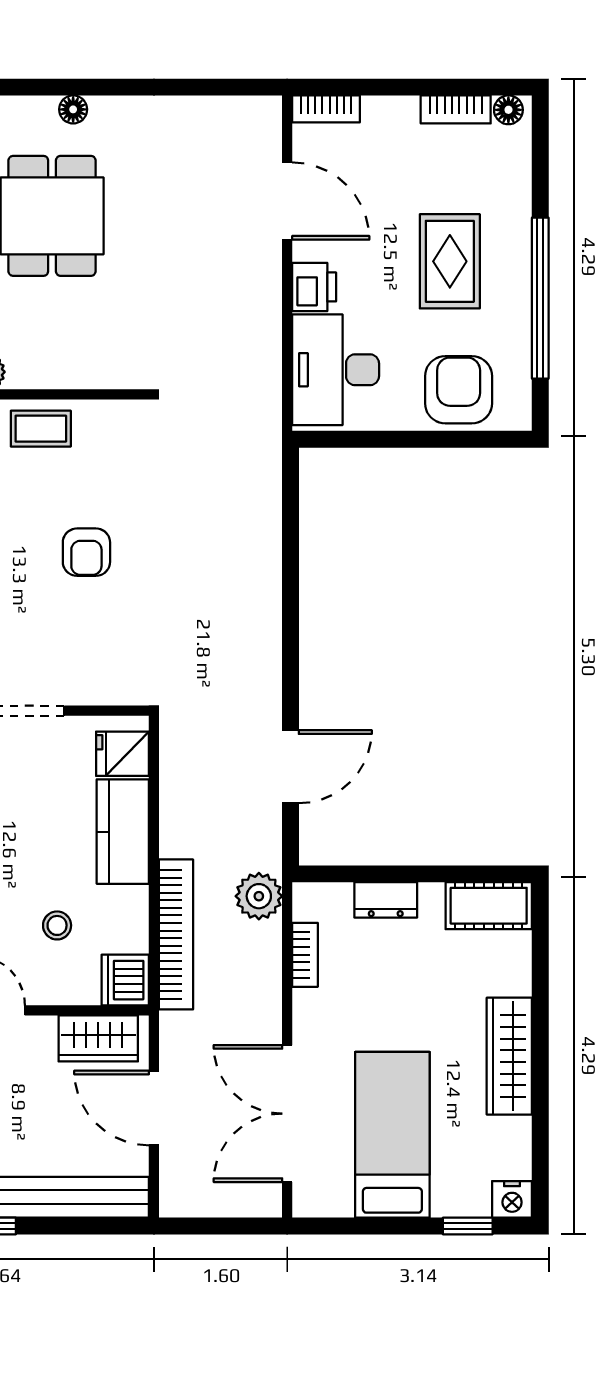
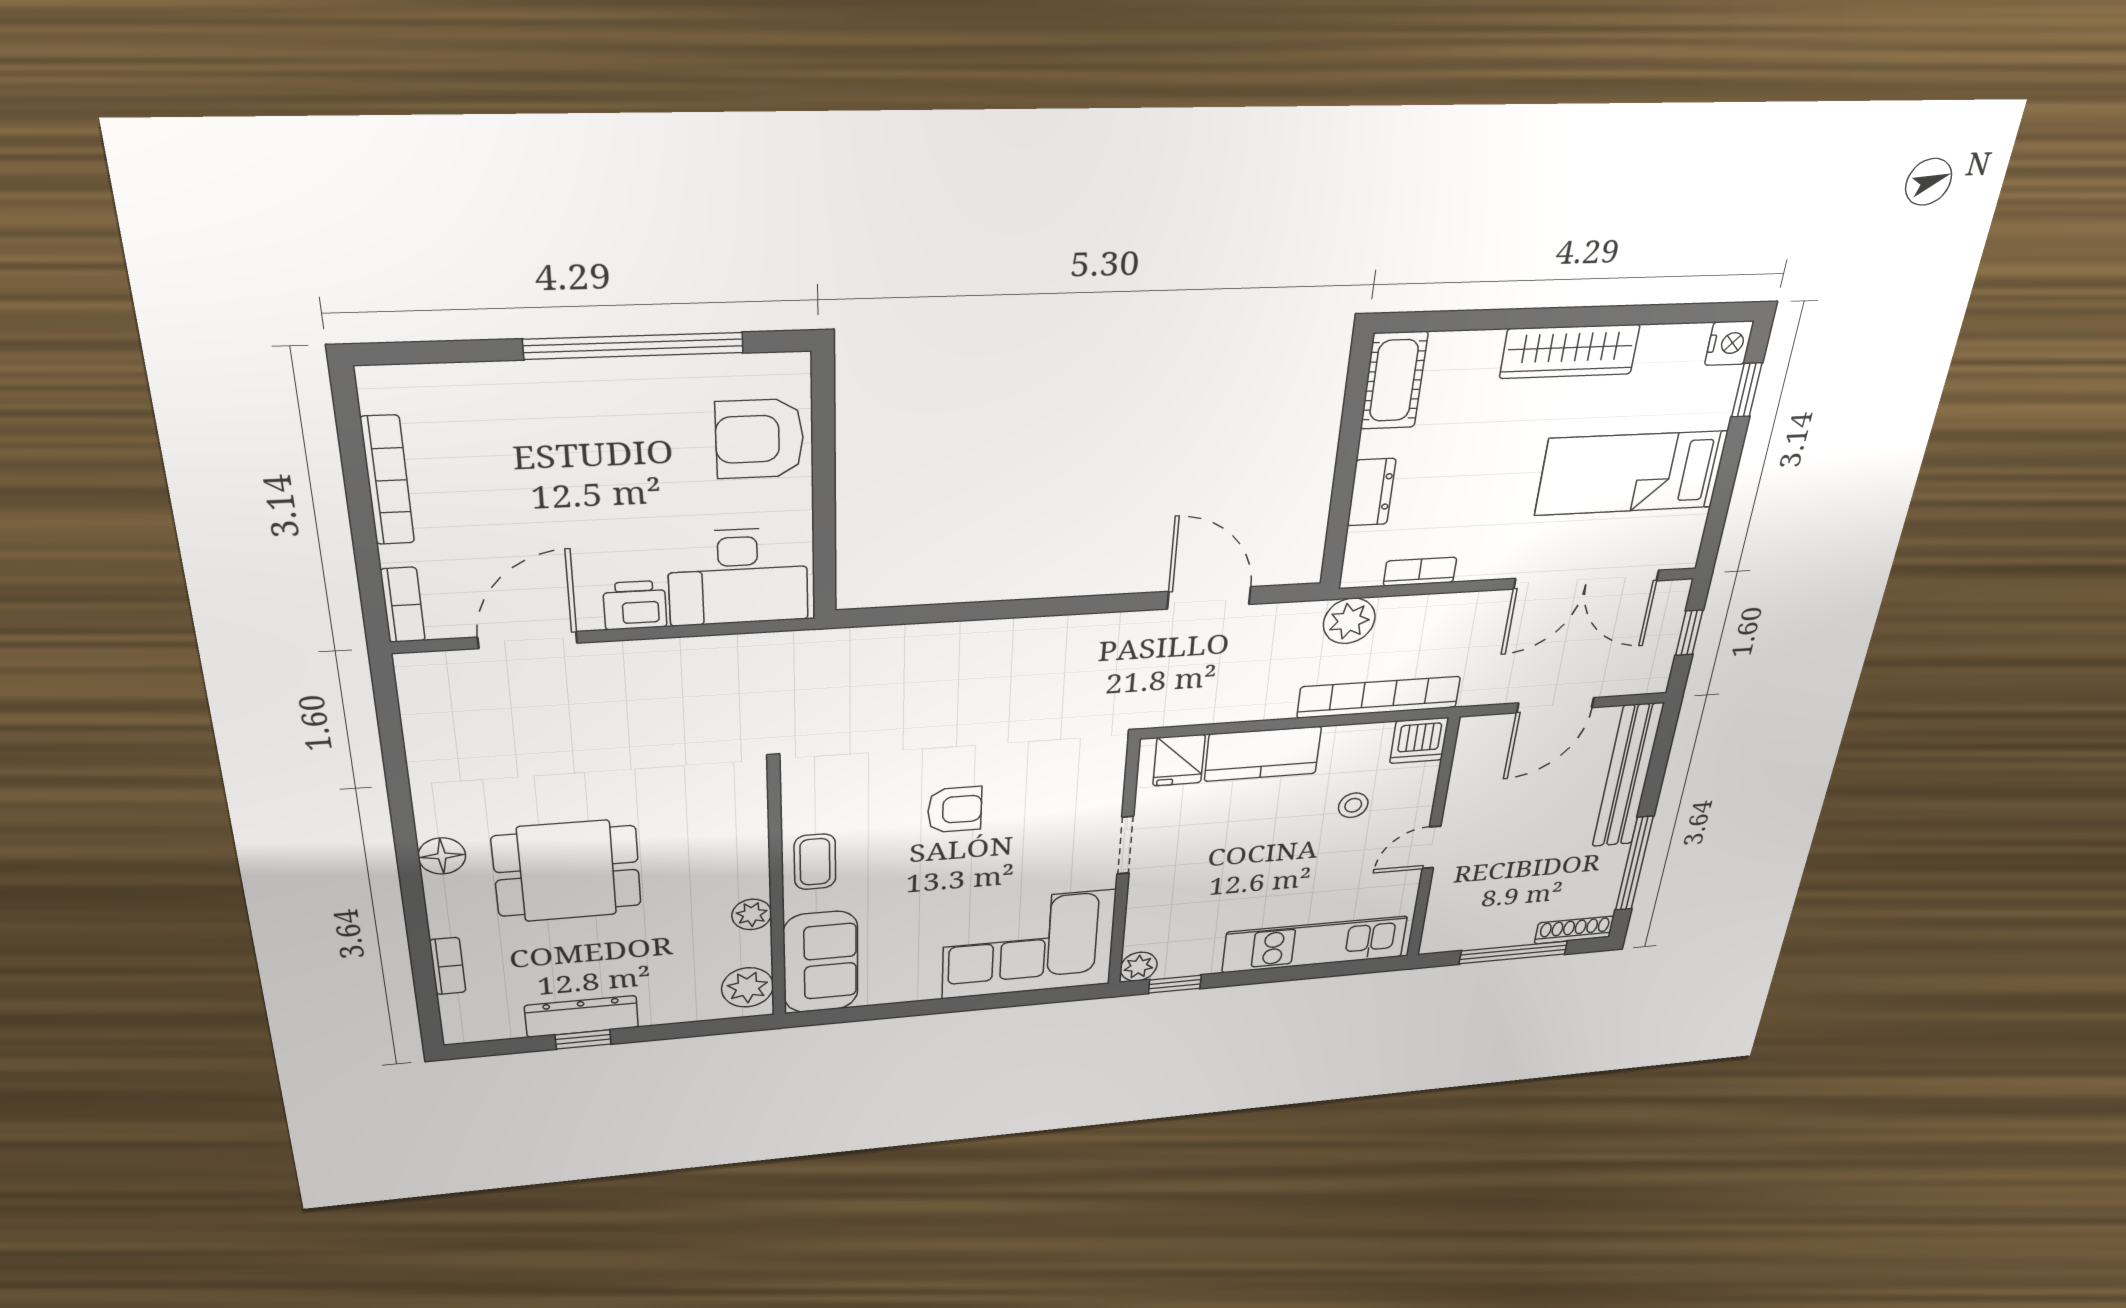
floor lamp: (73, 109) -> (442, 856), width x1.37, depth x1.37
bookcase: (456, 109) -> (387, 480), width x1.56
floor lamp: (508, 110) -> (377, 393), removed
rug: (450, 261) -> (591, 456), removed
wardrobe: (98, 1038) -> (1475, 760), removed
window: (224, 1226) -> (1689, 633), added

